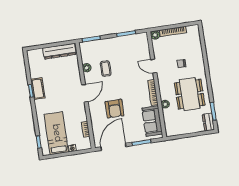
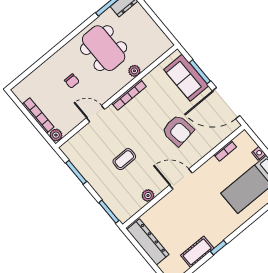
door: (154, 66) -> (96, 114), swing flipped
coffee table: (106, 69) -> (124, 159), moved
cot: (38, 89) -> (197, 252), moved
dining table: (190, 94) -> (104, 48), turned 90
armchair: (115, 109) -> (178, 130), turned 82
sofa: (152, 121) -> (186, 78), moved, turned 90

